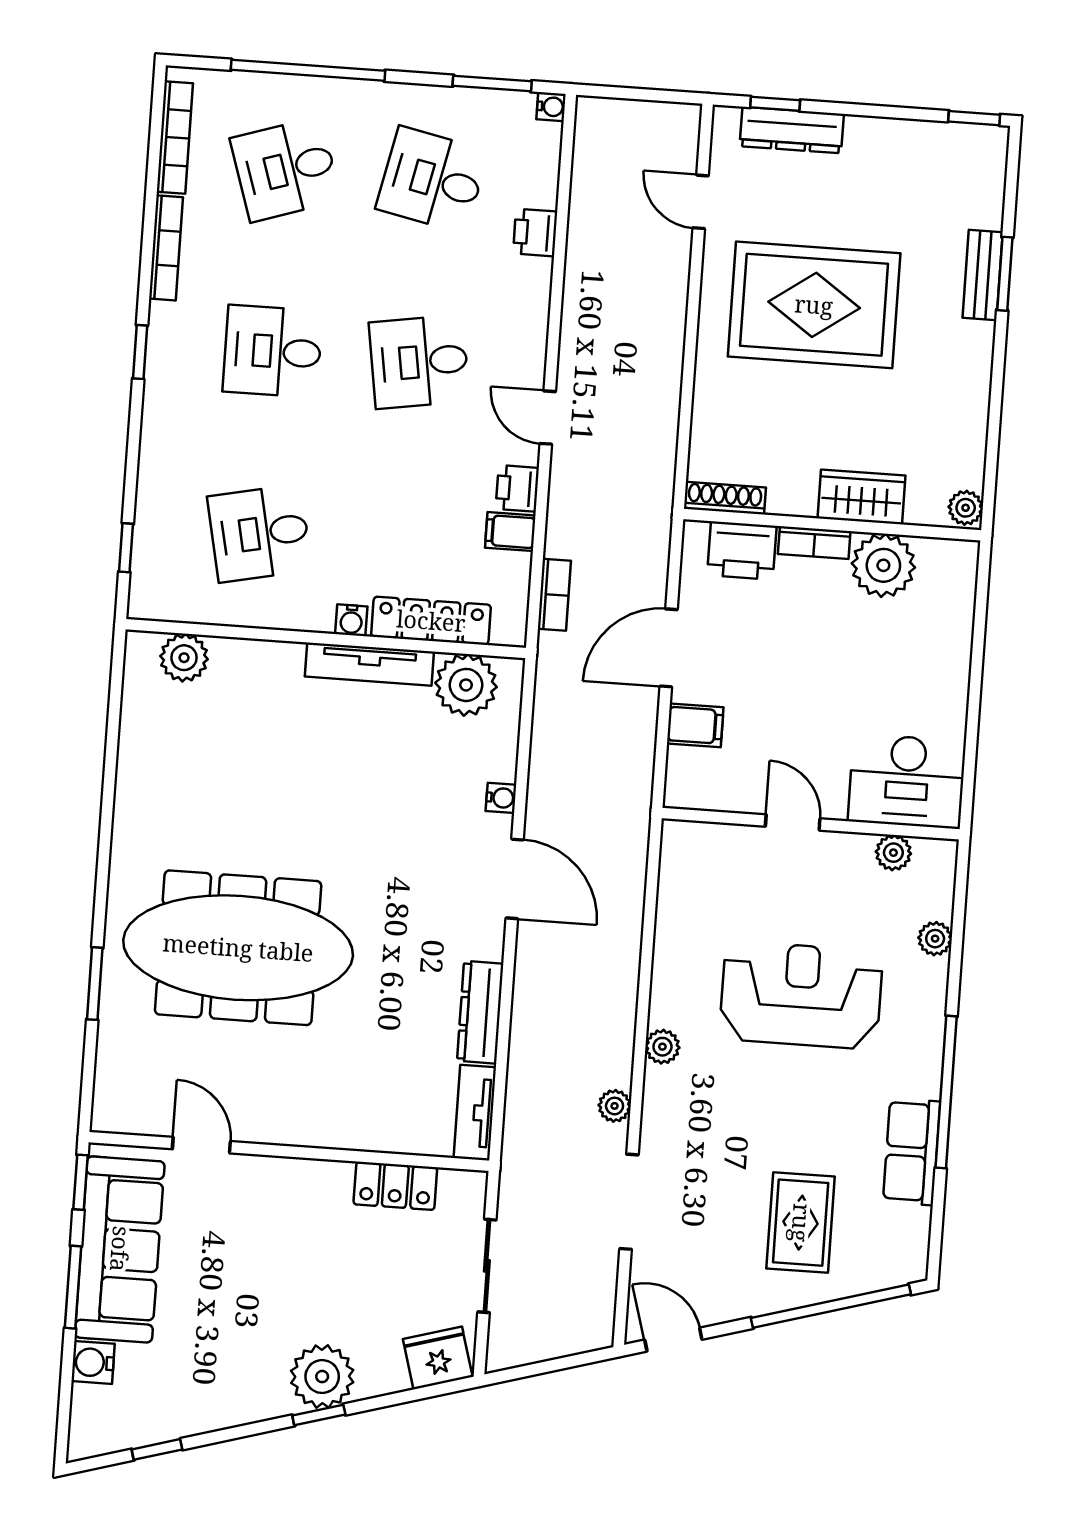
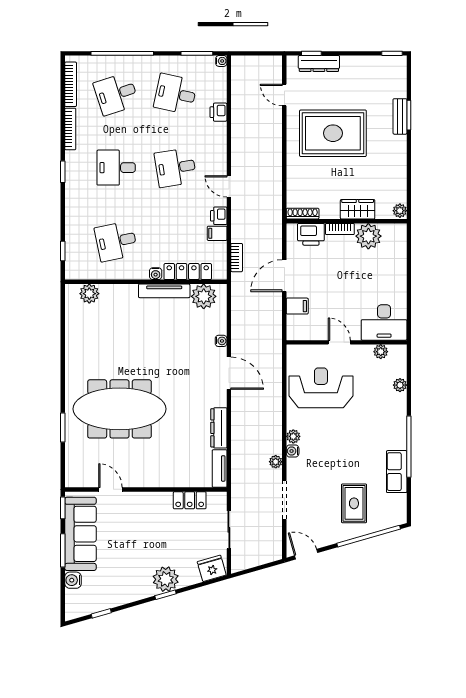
reception desk: (801, 995) -> (321, 388), moved
water cooler: (658, 1082) -> (293, 451), added

